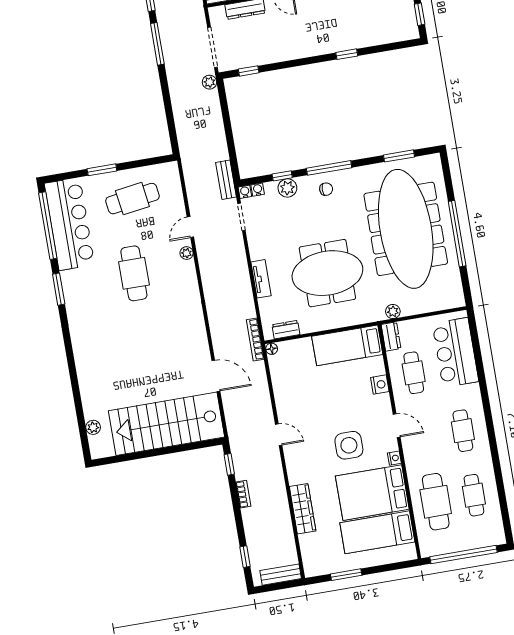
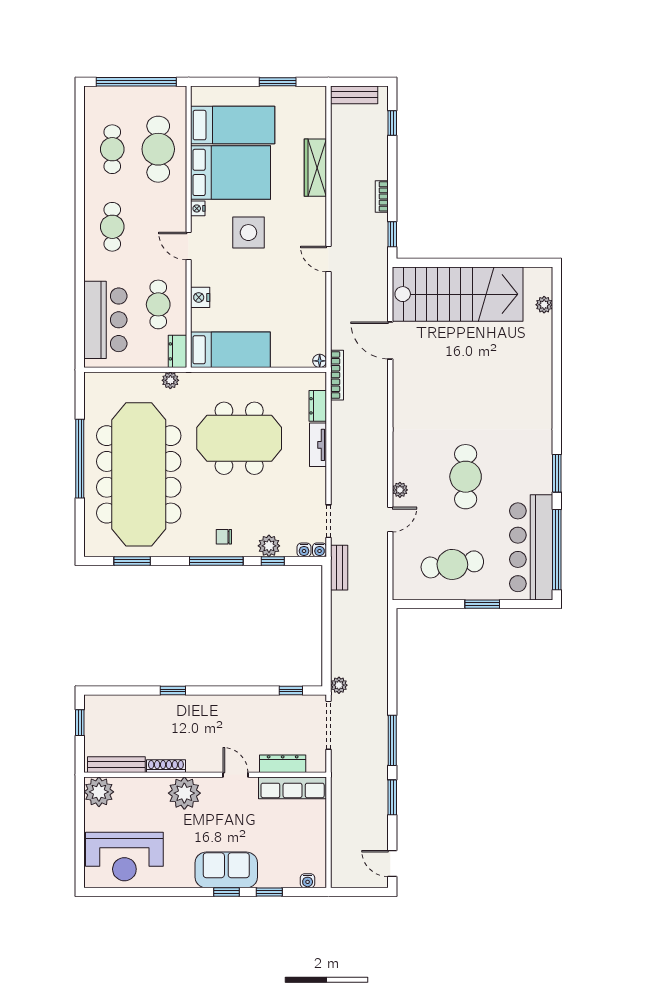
dresser: (286, 330) -> (318, 406), moved, turned 90

